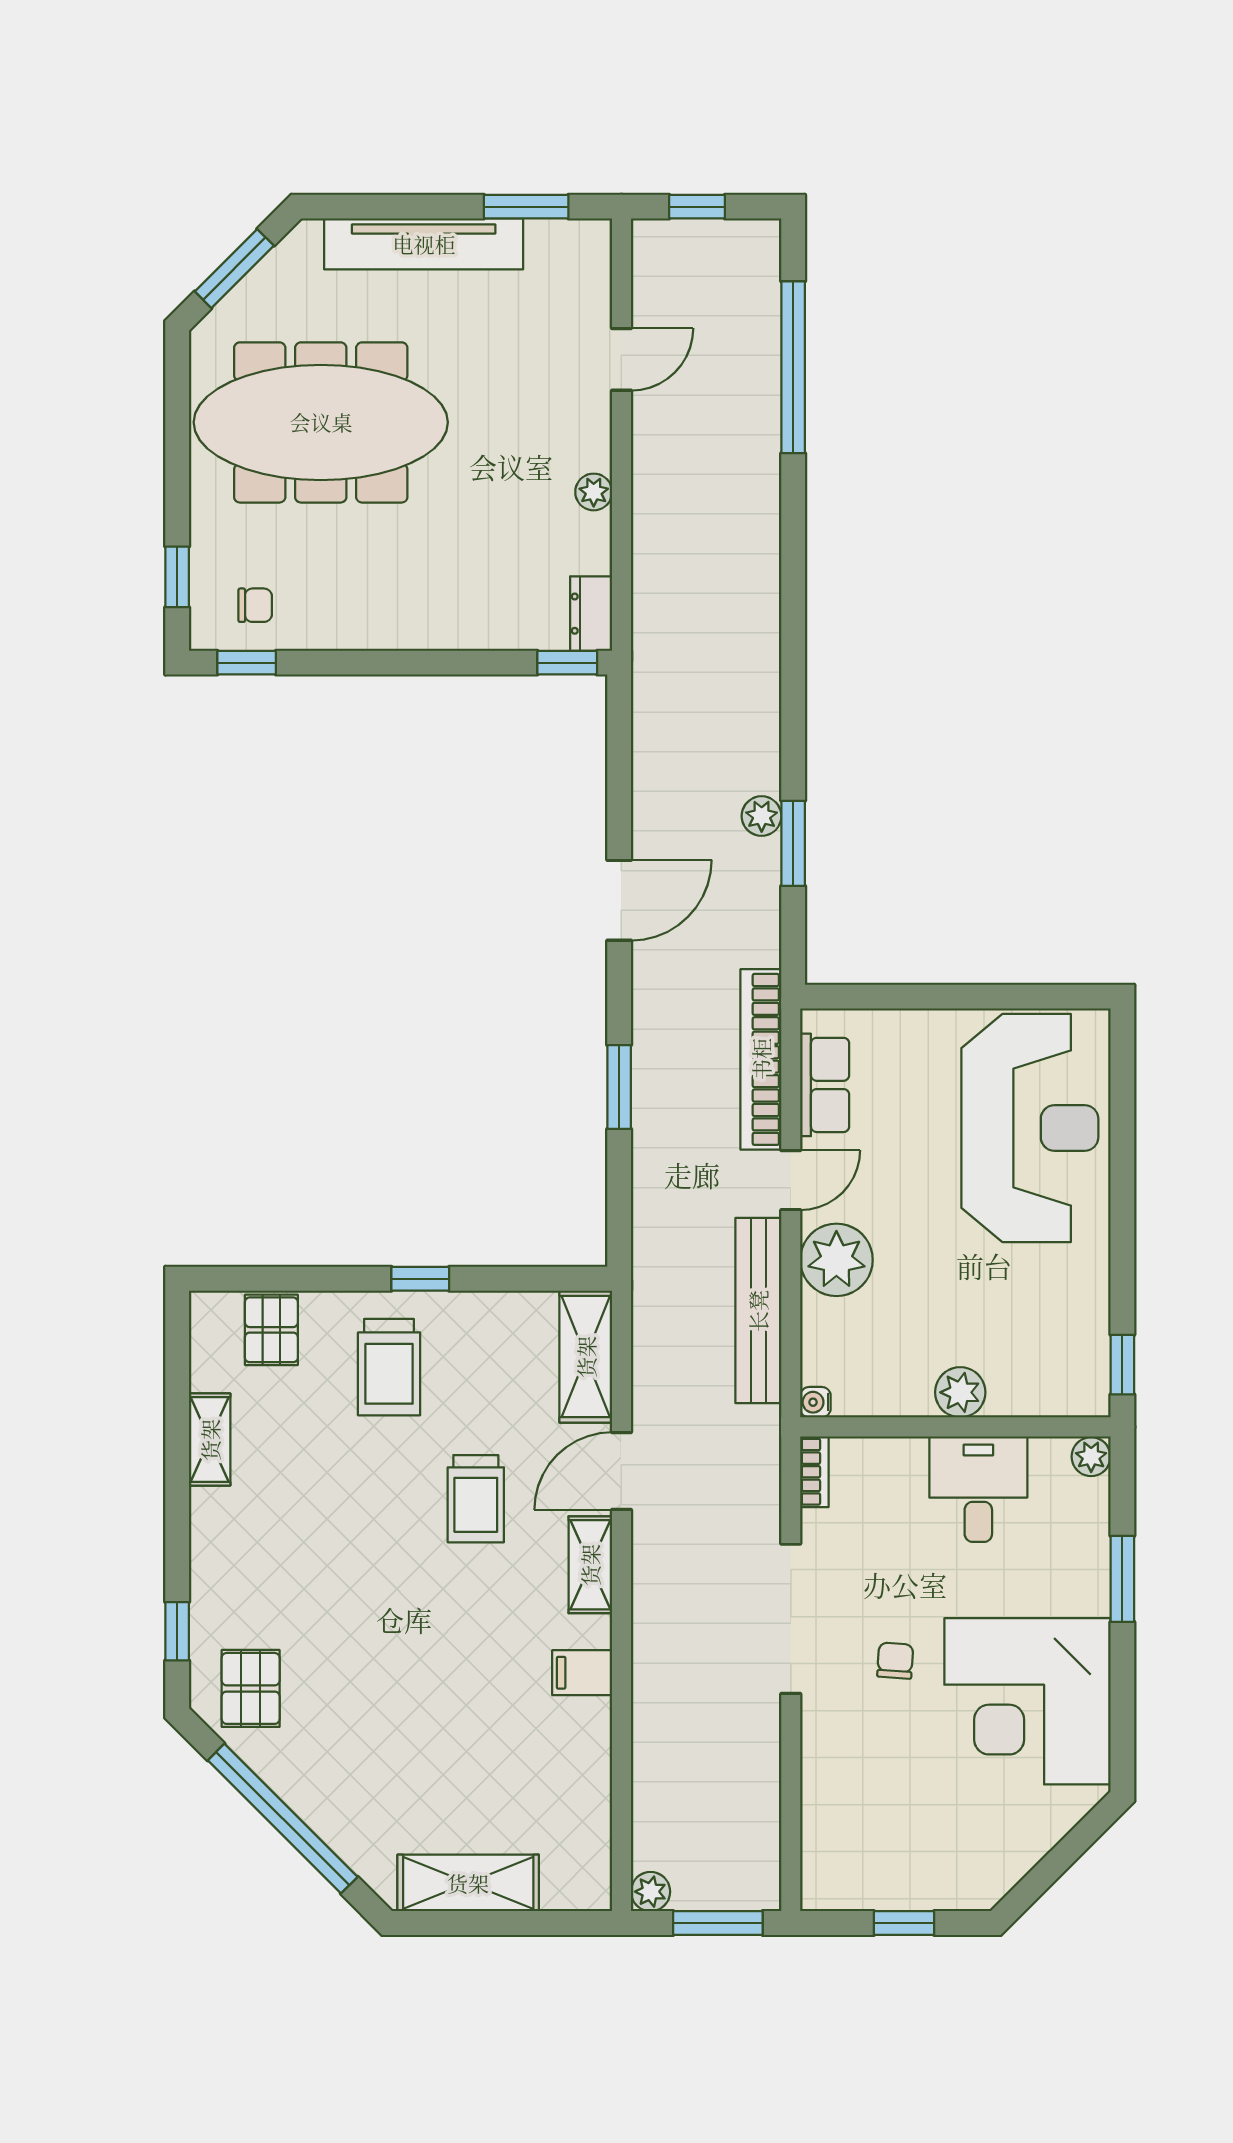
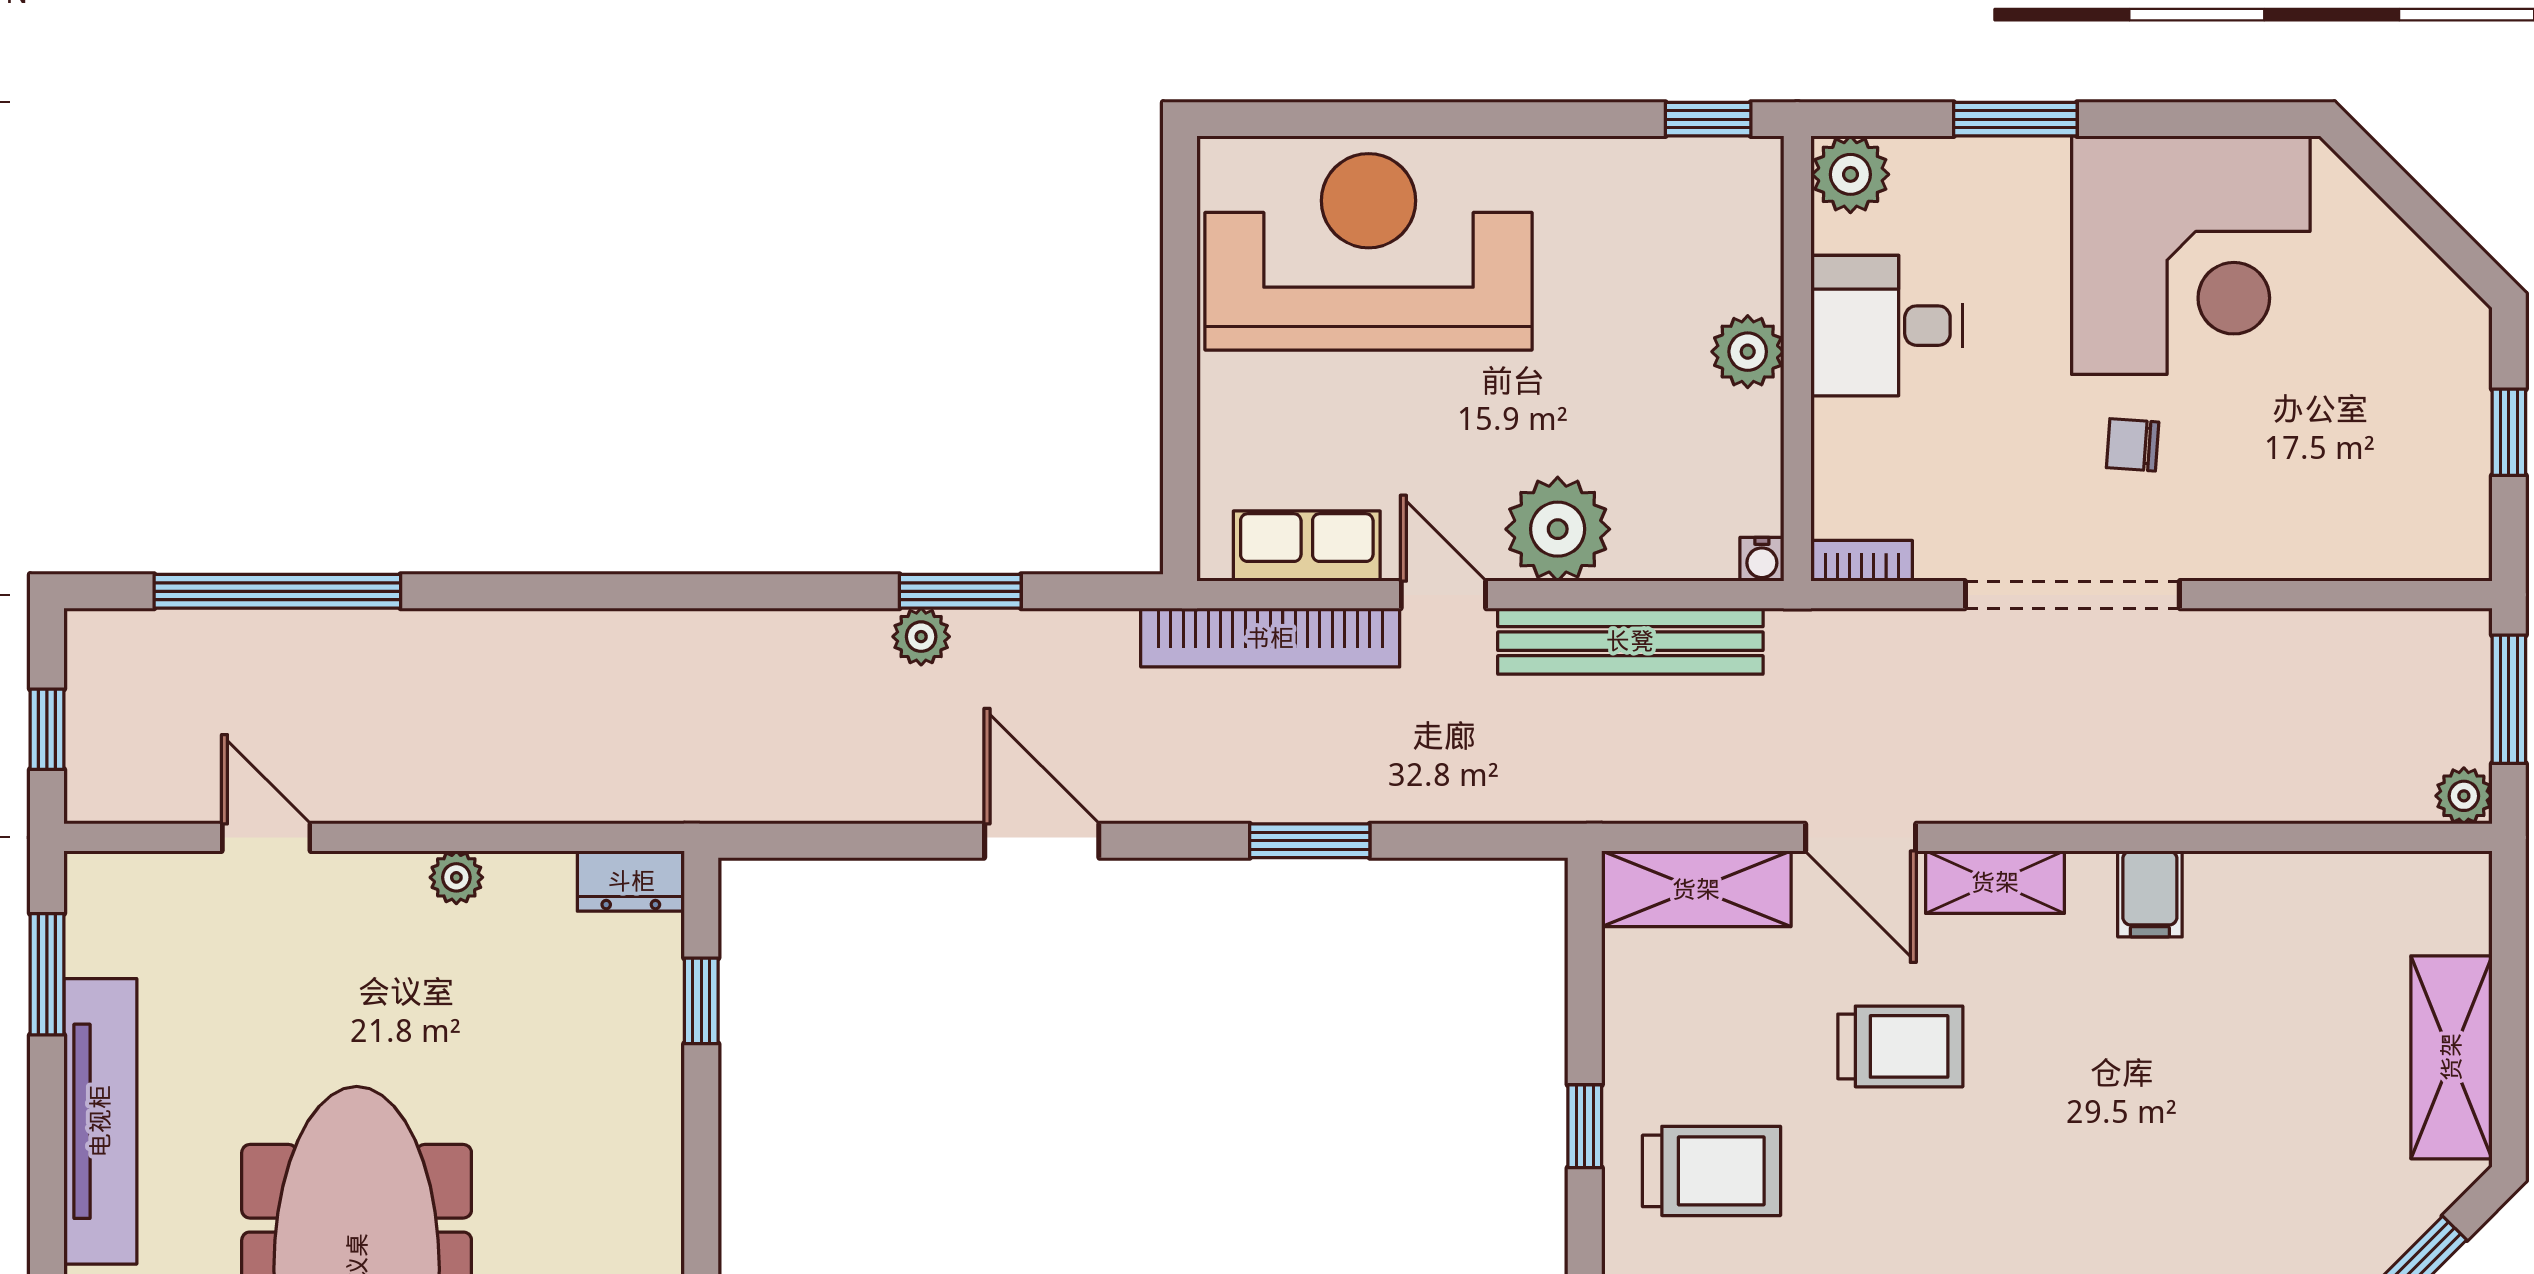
window: (567, 663) -> (701, 1001), moved
plant: (1091, 1457) -> (1850, 174), width x1.38, depth x1.38

